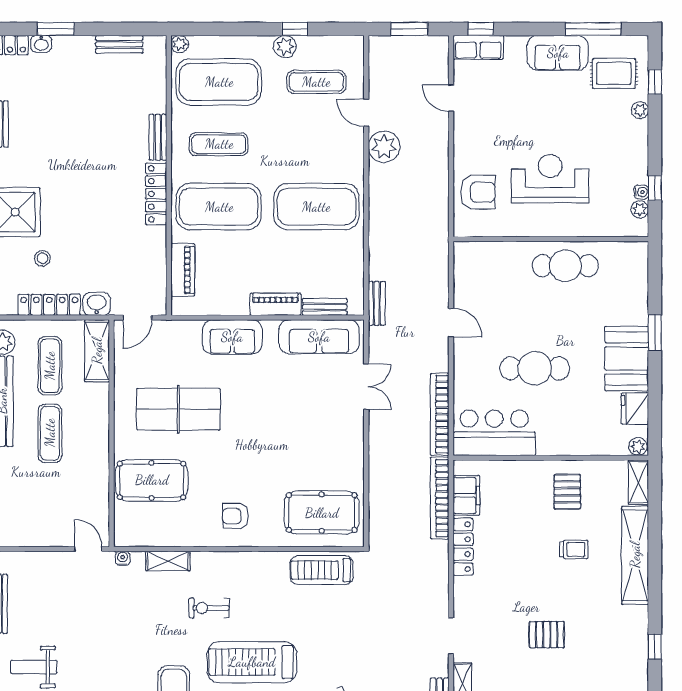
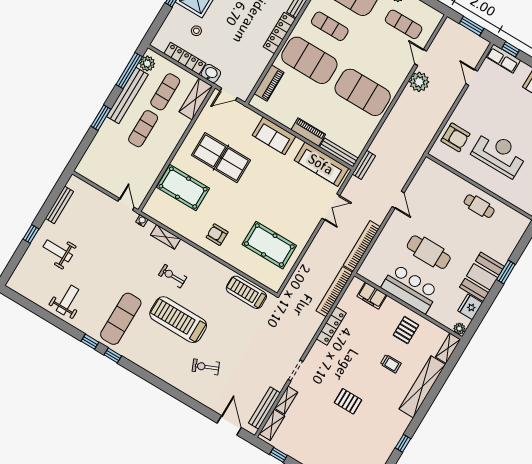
cafe table: (565, 266) -> (479, 206), width x0.73, depth x0.74
bench: (325, 307) -> (339, 152), width x1.36
bar counter: (494, 433) -> (410, 289), moved
filing cabinet: (466, 495) -> (372, 296), moved, turned 90
pool table: (322, 513) -> (269, 245), moved

